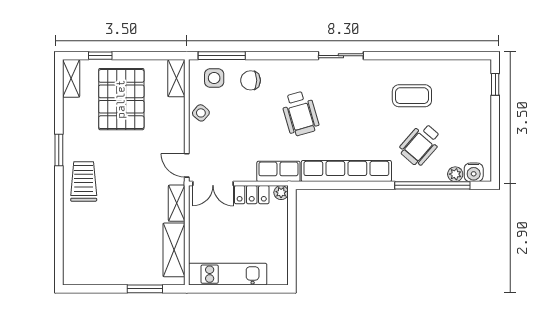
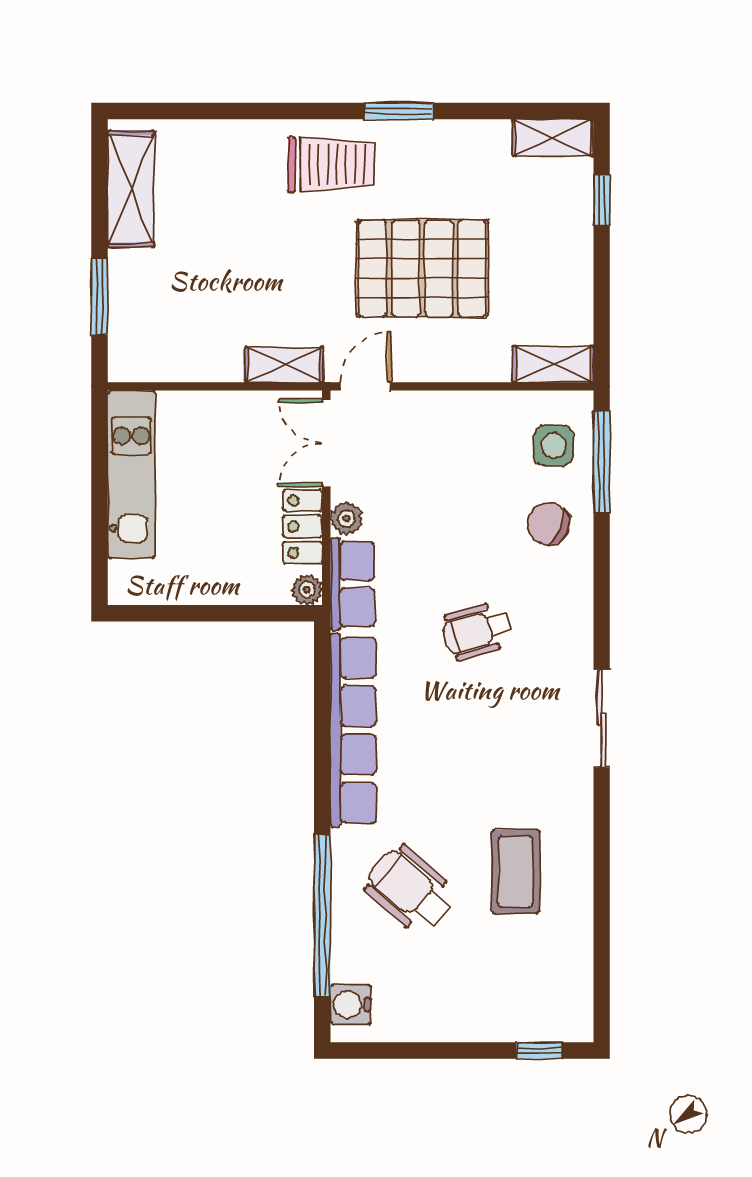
chair: (251, 80) -> (549, 524), turned -66
pallet: (121, 99) -> (422, 268), moved
side table: (201, 113) -> (478, 417), removed
wheelchair: (300, 113) -> (477, 631), width x0.73, depth x0.73
plant: (455, 174) -> (346, 518), moved
shelving: (174, 250) -> (131, 189), moved, turned 90

